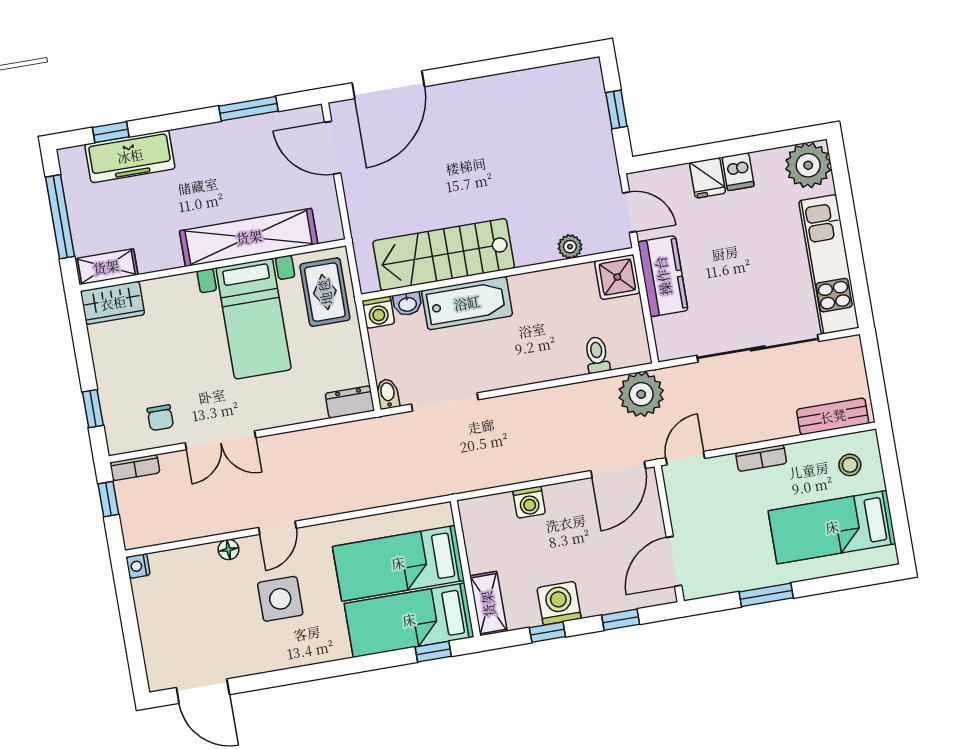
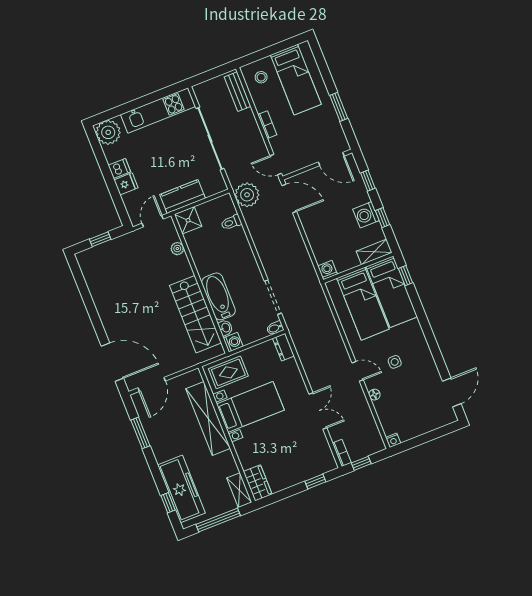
freezer: (130, 156) -> (181, 489), width x1.36, depth x1.26
chair: (160, 418) -> (313, 445), removed
washing machine: (529, 502) -> (328, 270), moved, turned -90
side table: (280, 599) -> (395, 362), width x0.54, depth x0.54

